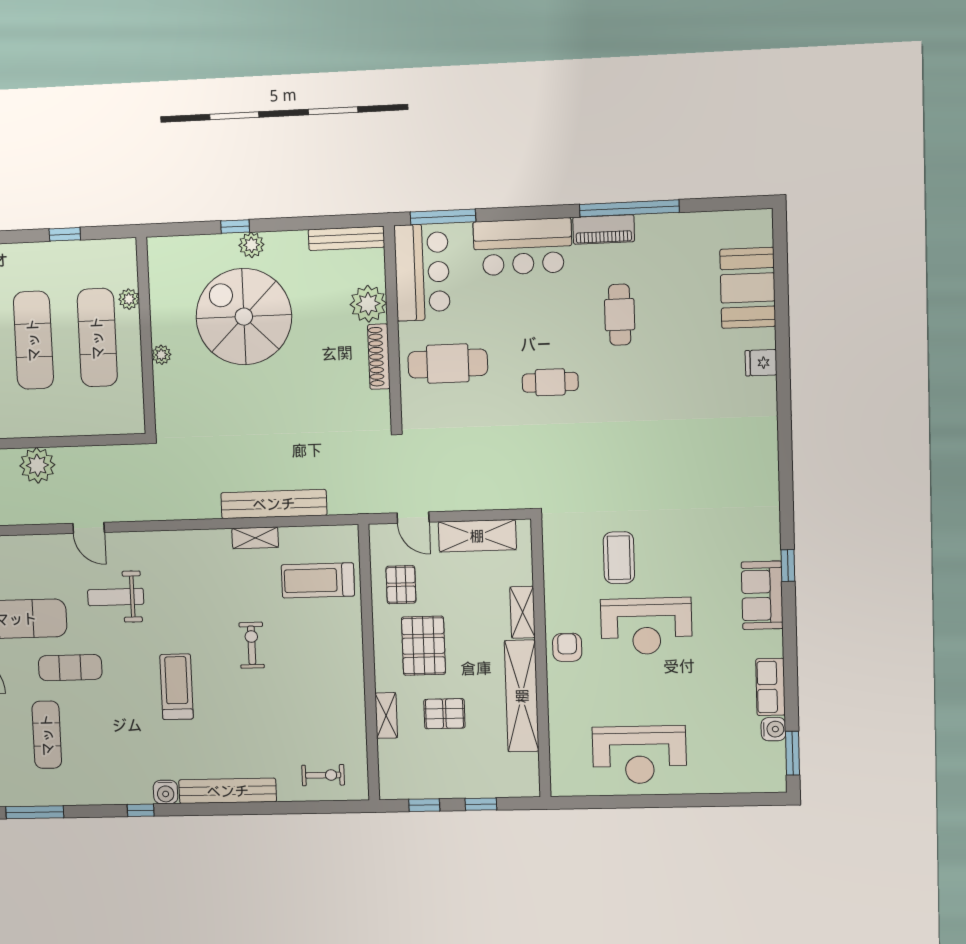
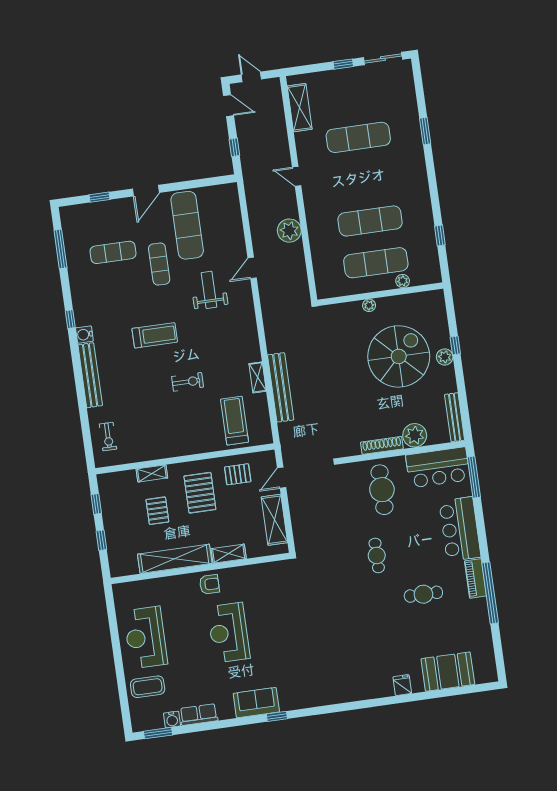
coffee table: (619, 558) -> (148, 687), moved
pallet: (423, 646) -> (200, 493), turned 90

